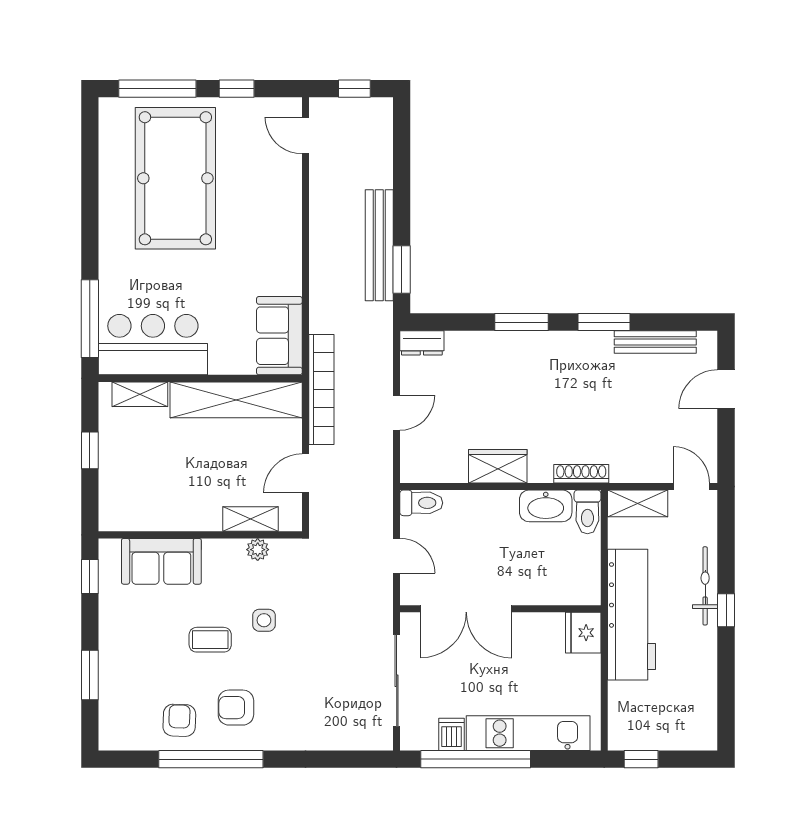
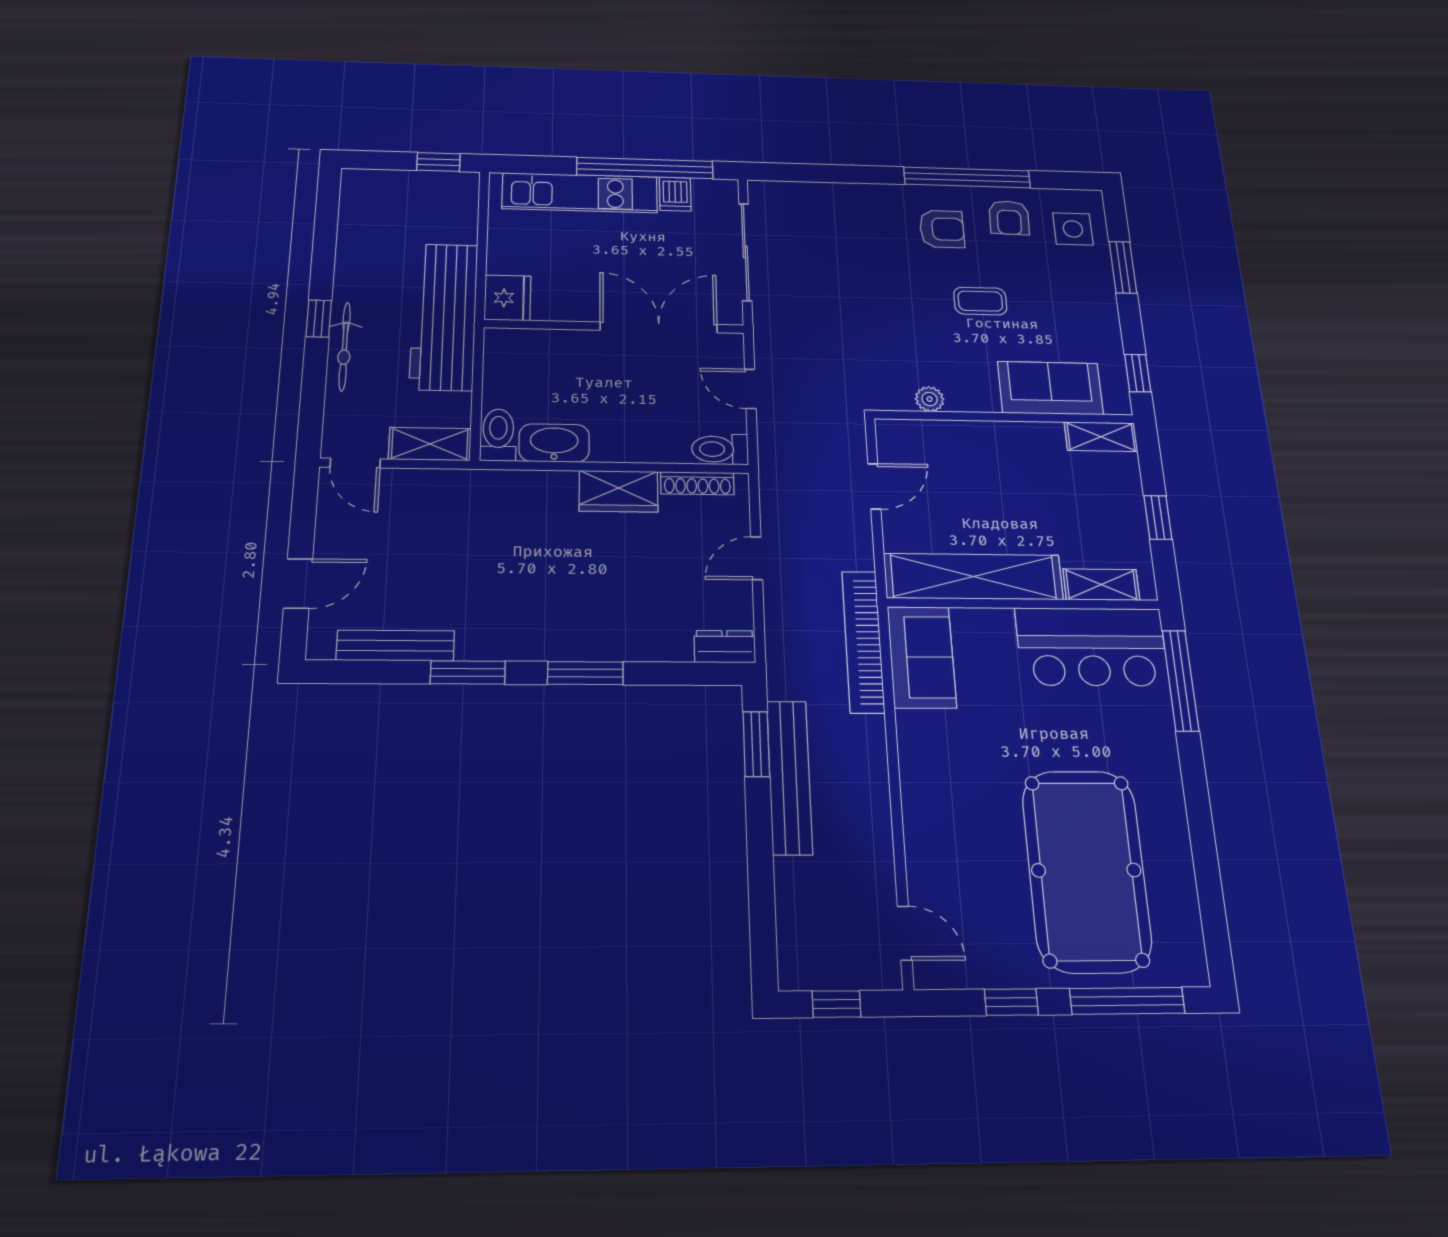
bookcase: (321, 390) -> (863, 641), moved
shoe rack: (581, 474) -> (697, 483), moved
shelving: (250, 519) -> (1101, 437), moved
side table: (264, 620) -> (1073, 229), moved, width x1.37, depth x1.37

